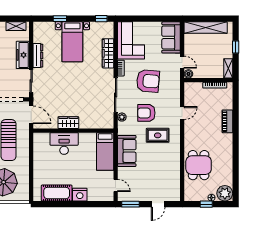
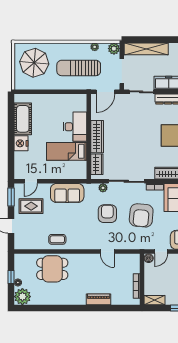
wardrobe: (68, 123) -> (97, 137), width x1.50
wardrobe: (100, 123) -> (97, 164), added
rug: (158, 135) -> (31, 206), moved, turned 90
bed: (105, 152) -> (67, 151), moved
coffee table: (171, 160) -> (57, 239), added

